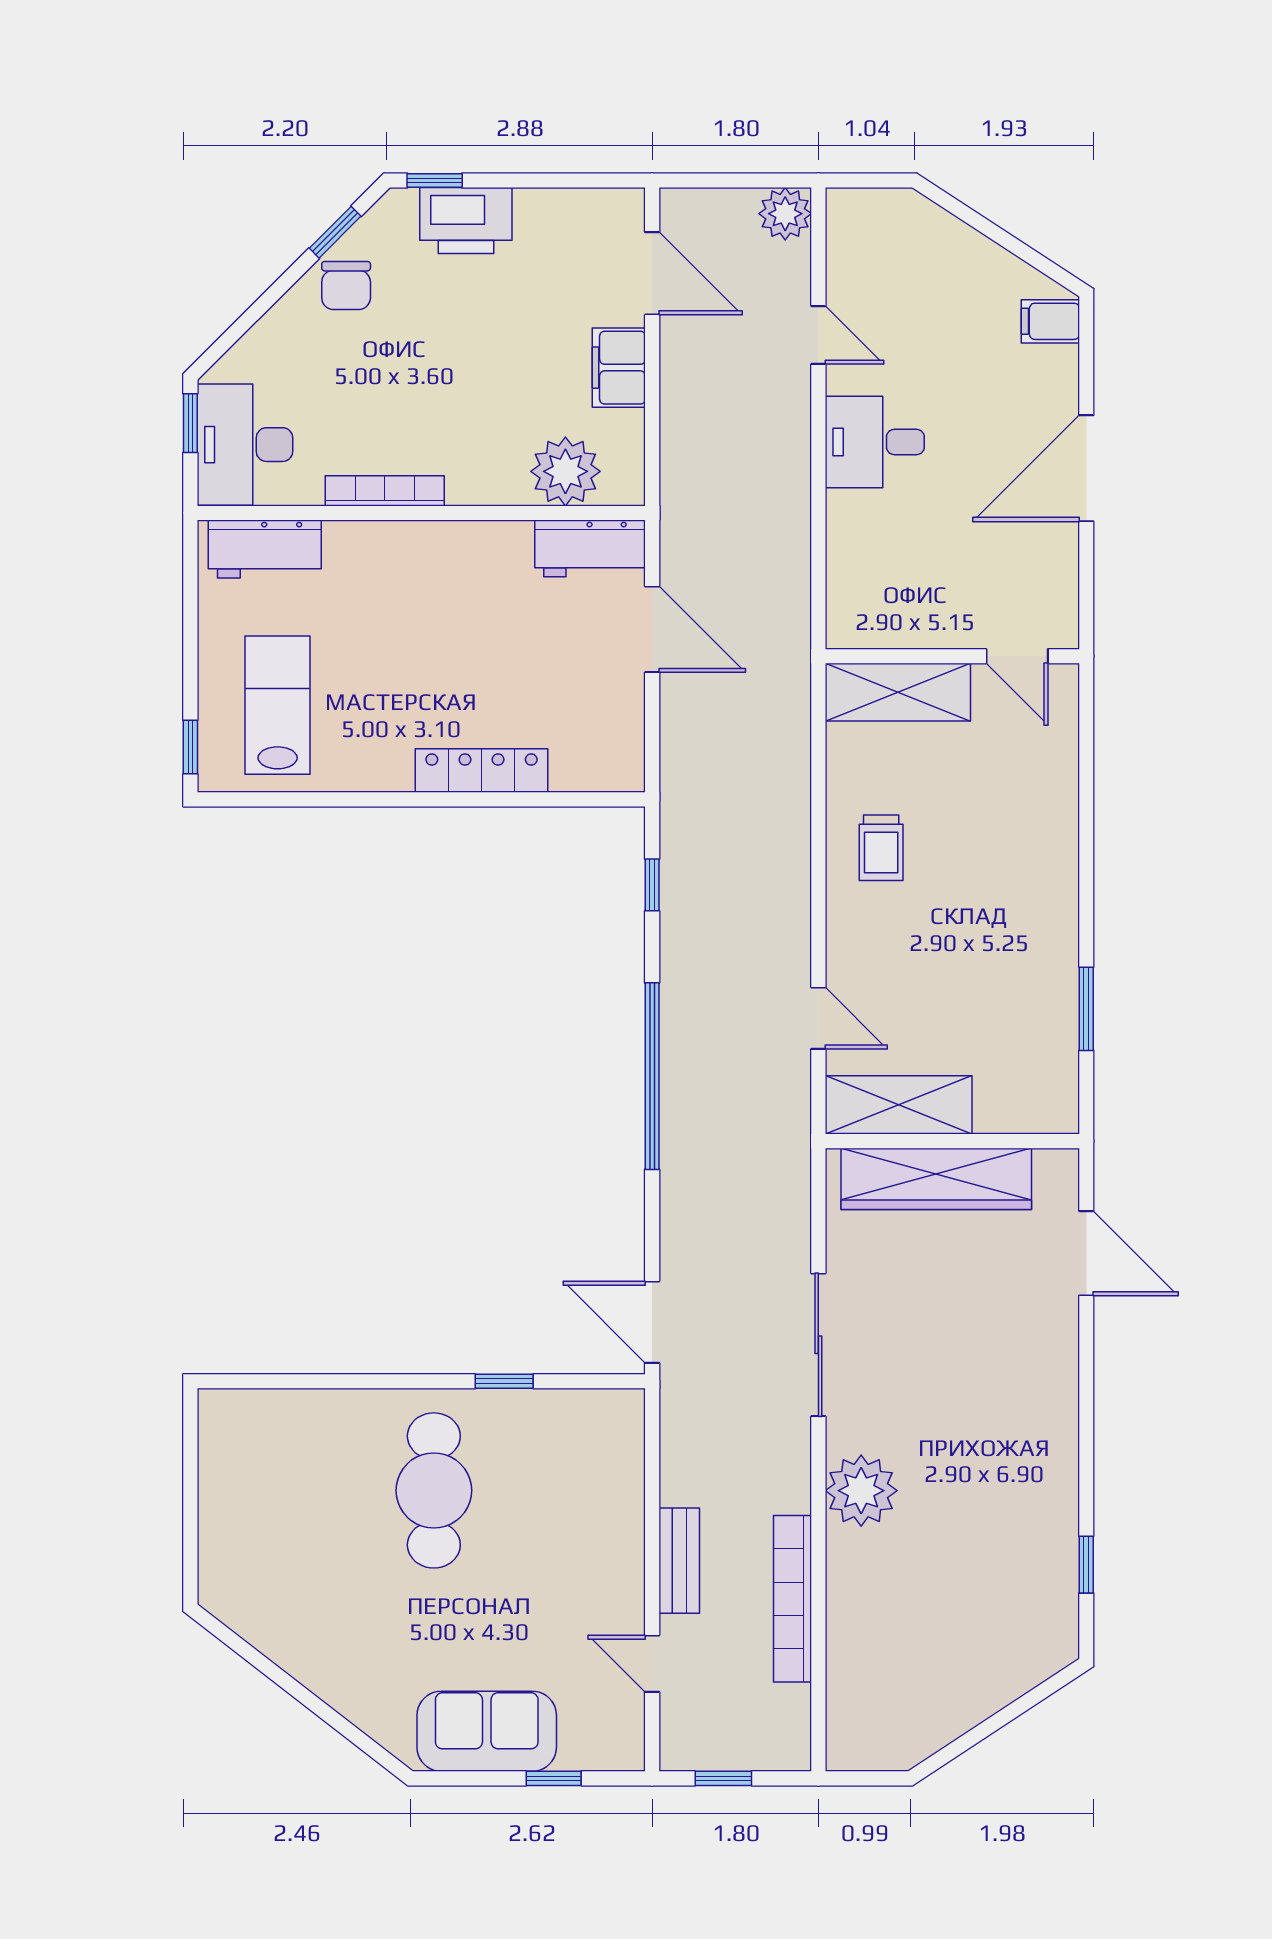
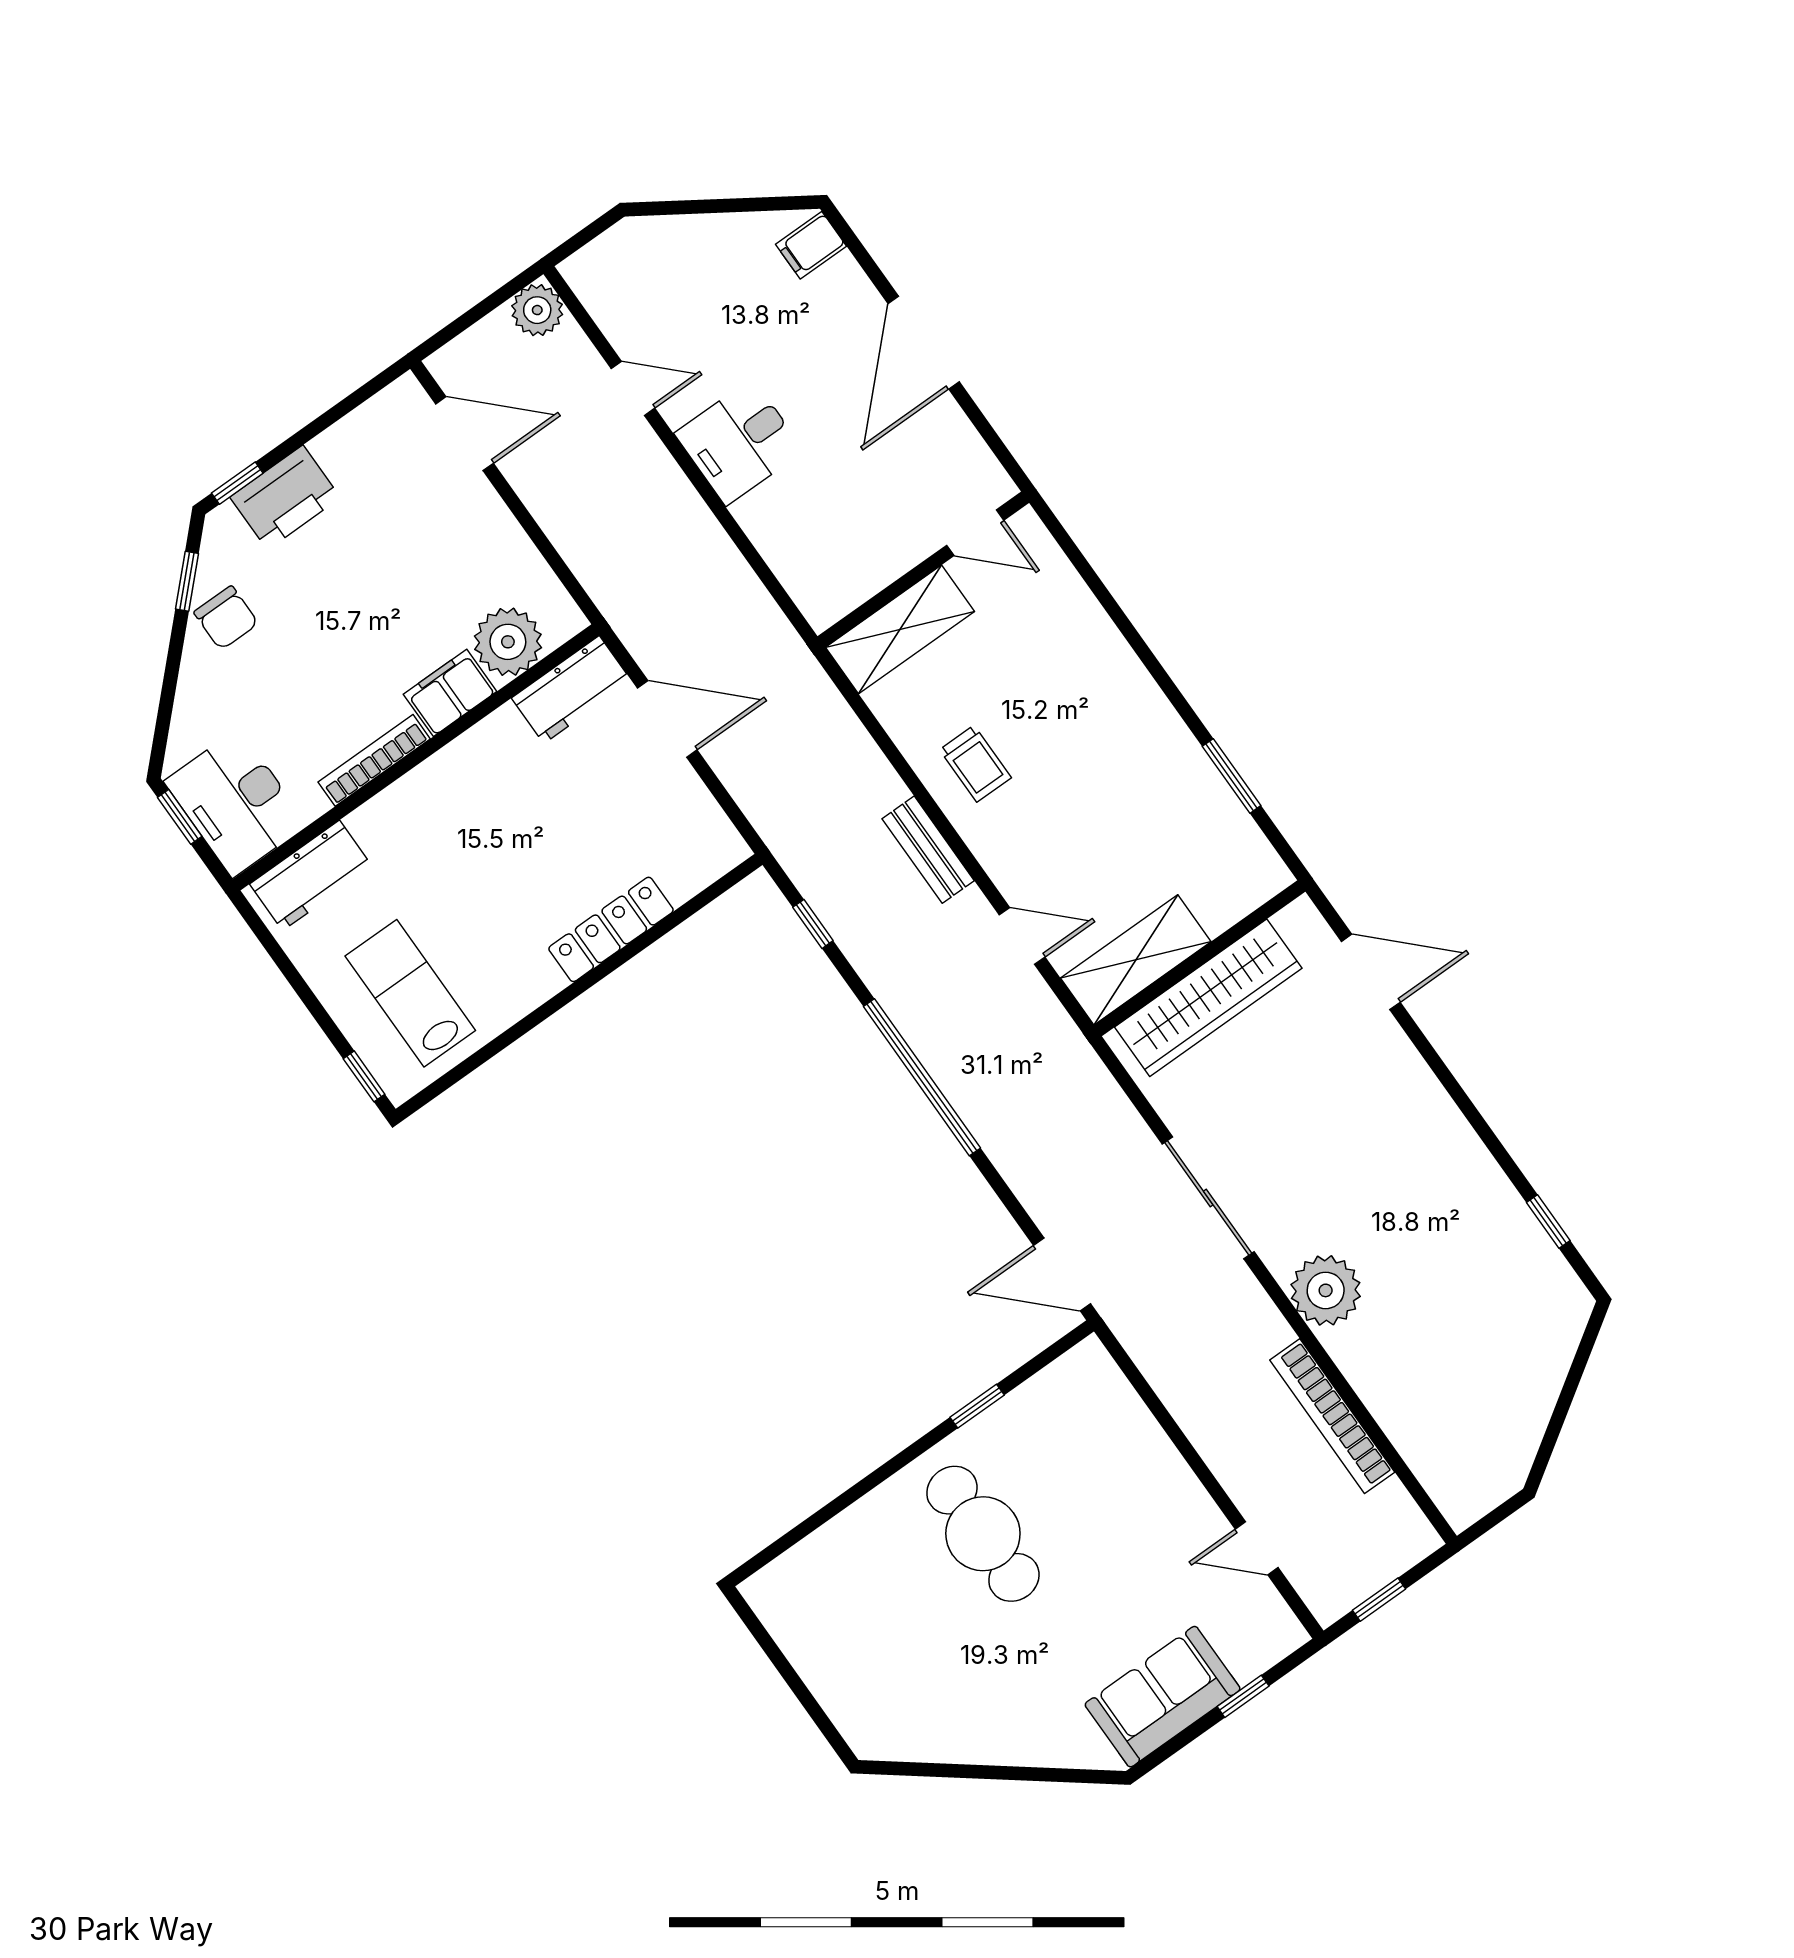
filing cabinet: (619, 368) -> (450, 693), moved, turned 90
bench: (679, 1561) -> (928, 850), moved

